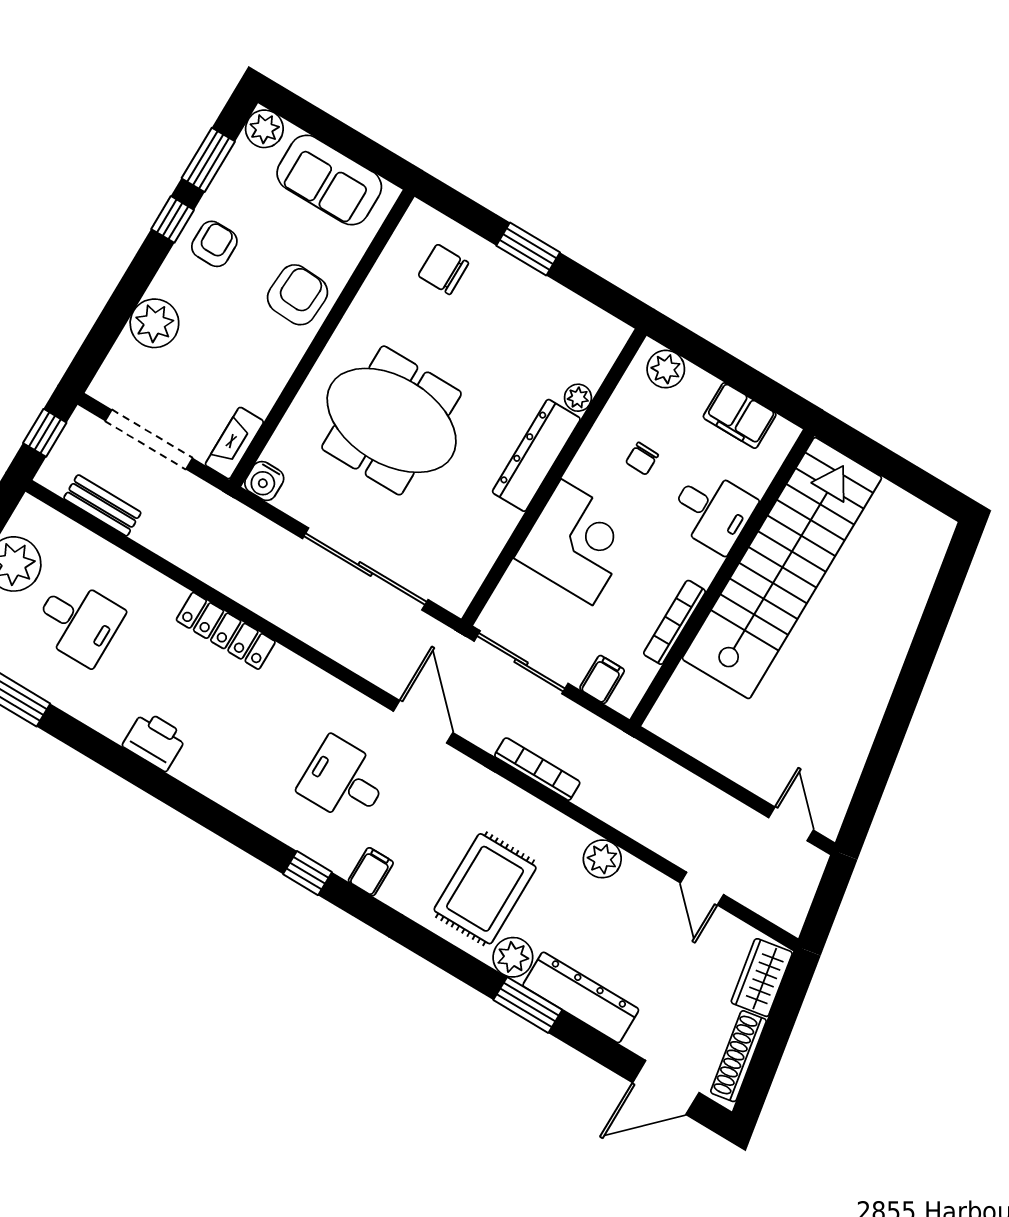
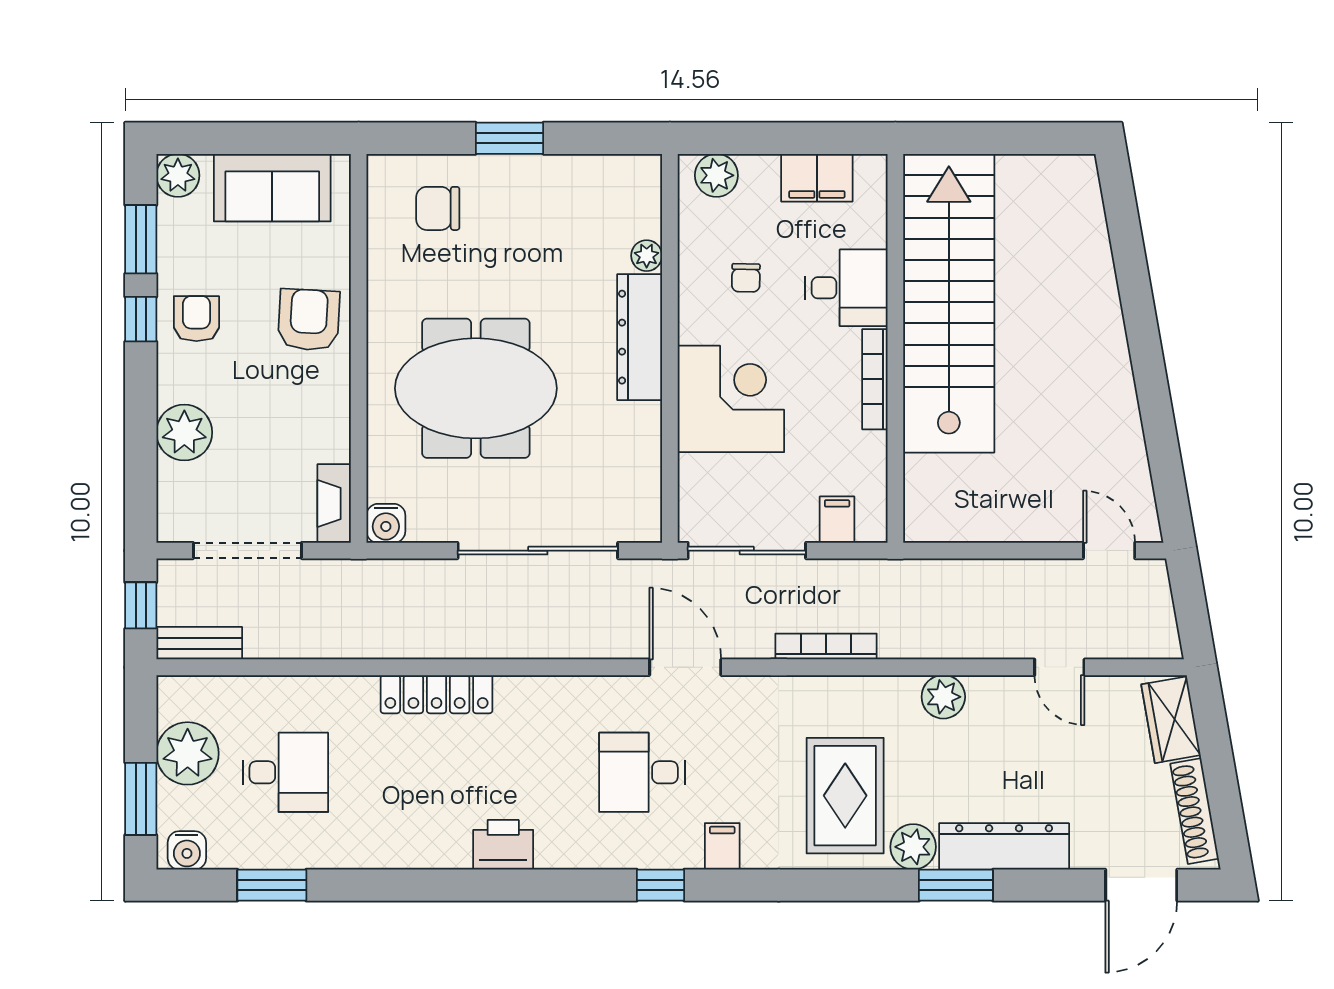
bench: (102, 505) -> (199, 643), moved
bookcase: (675, 622) -> (875, 379), moved
printer: (155, 741) -> (503, 845), moved

